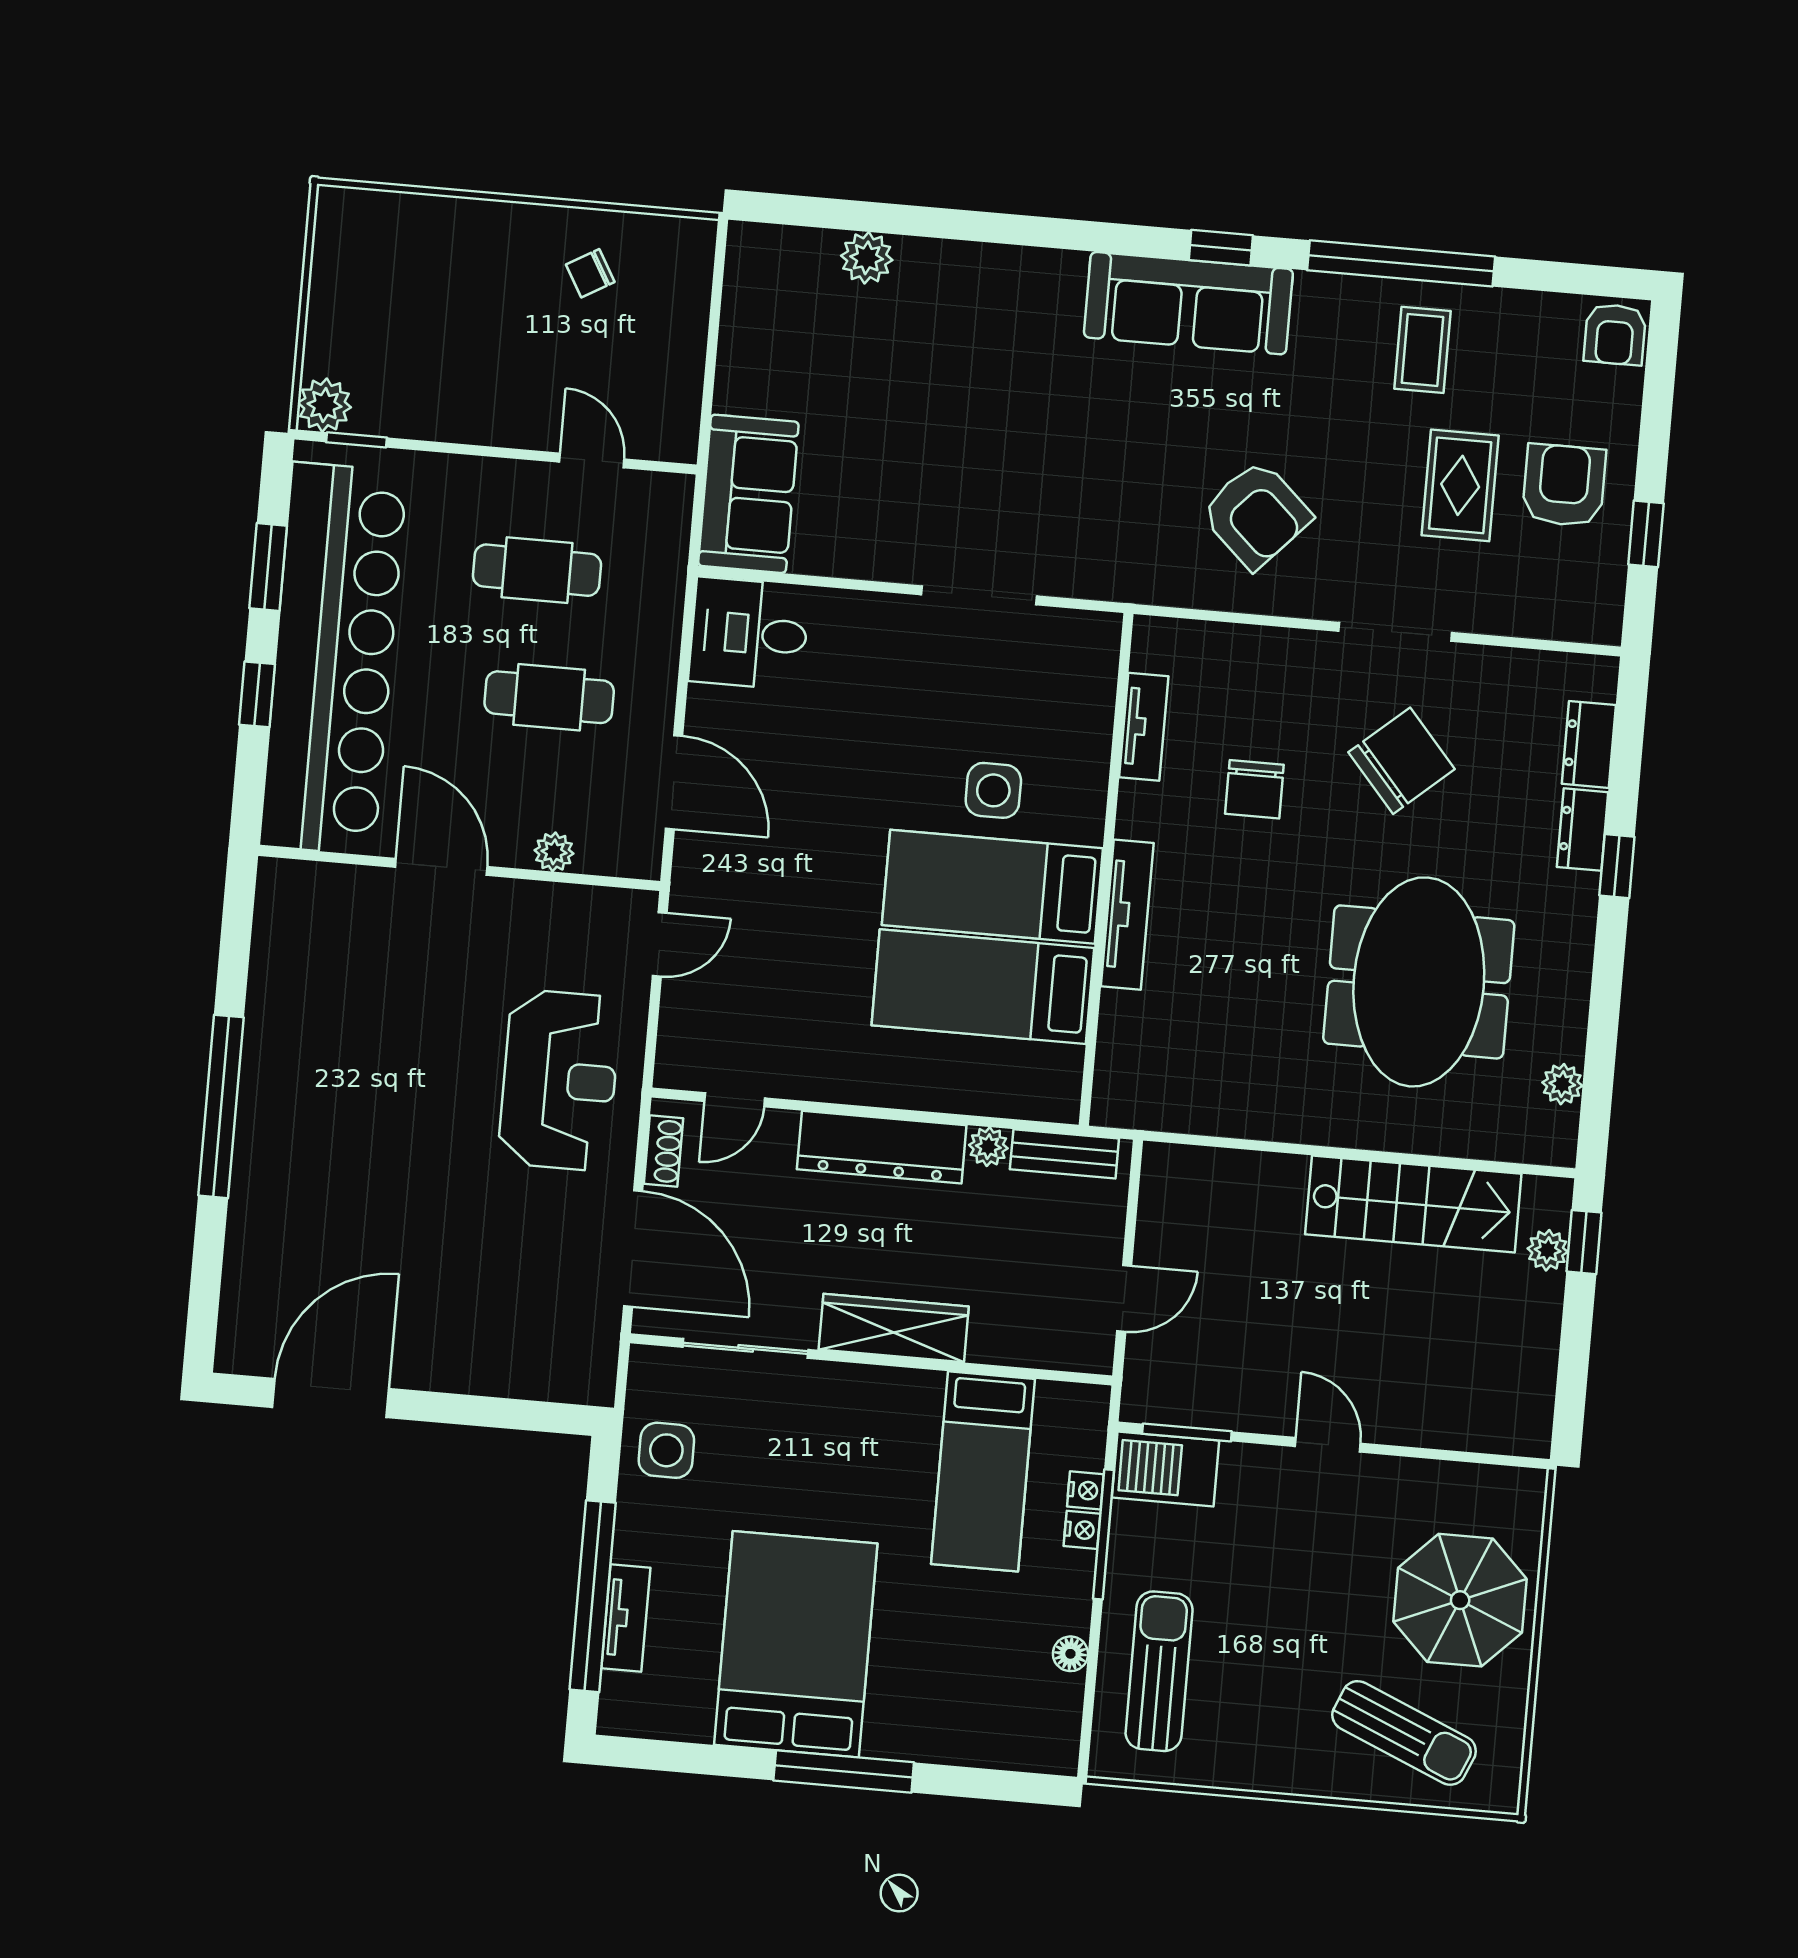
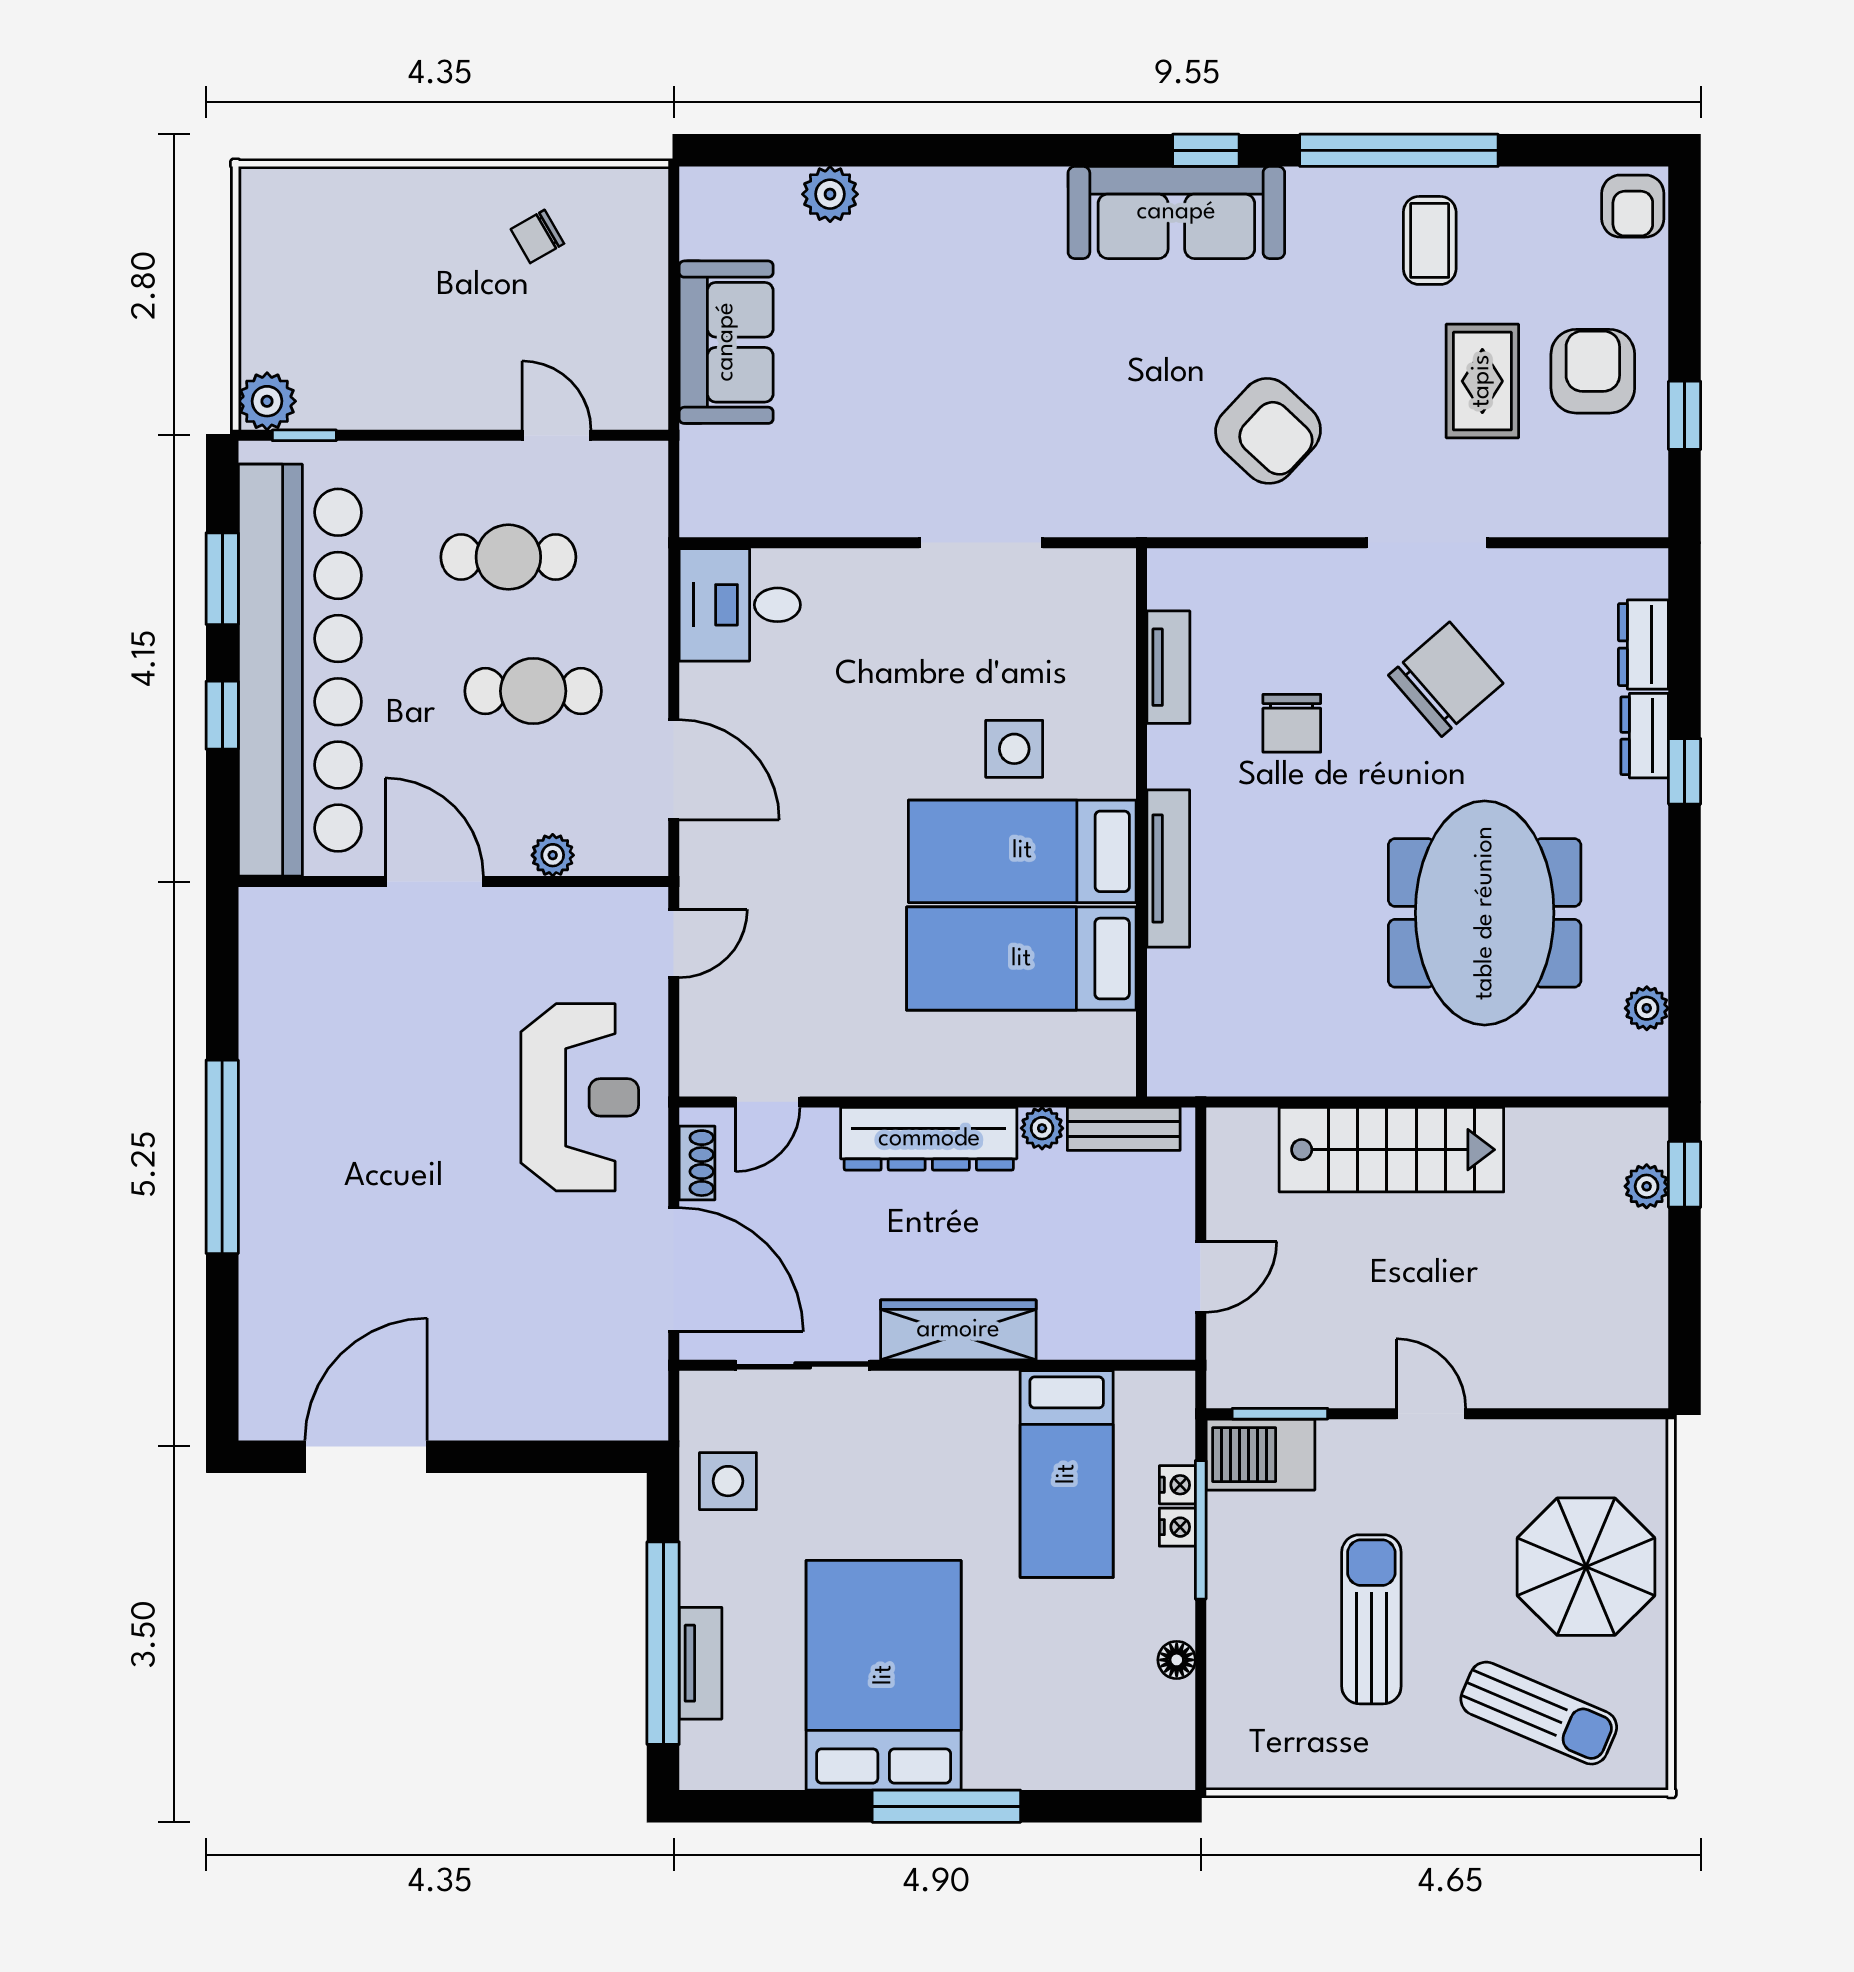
sofa: (748, 494) -> (726, 342), moved
stairs: (1413, 1204) -> (1391, 1150), moved
sun lounger: (1159, 1671) -> (1371, 1619), moved

